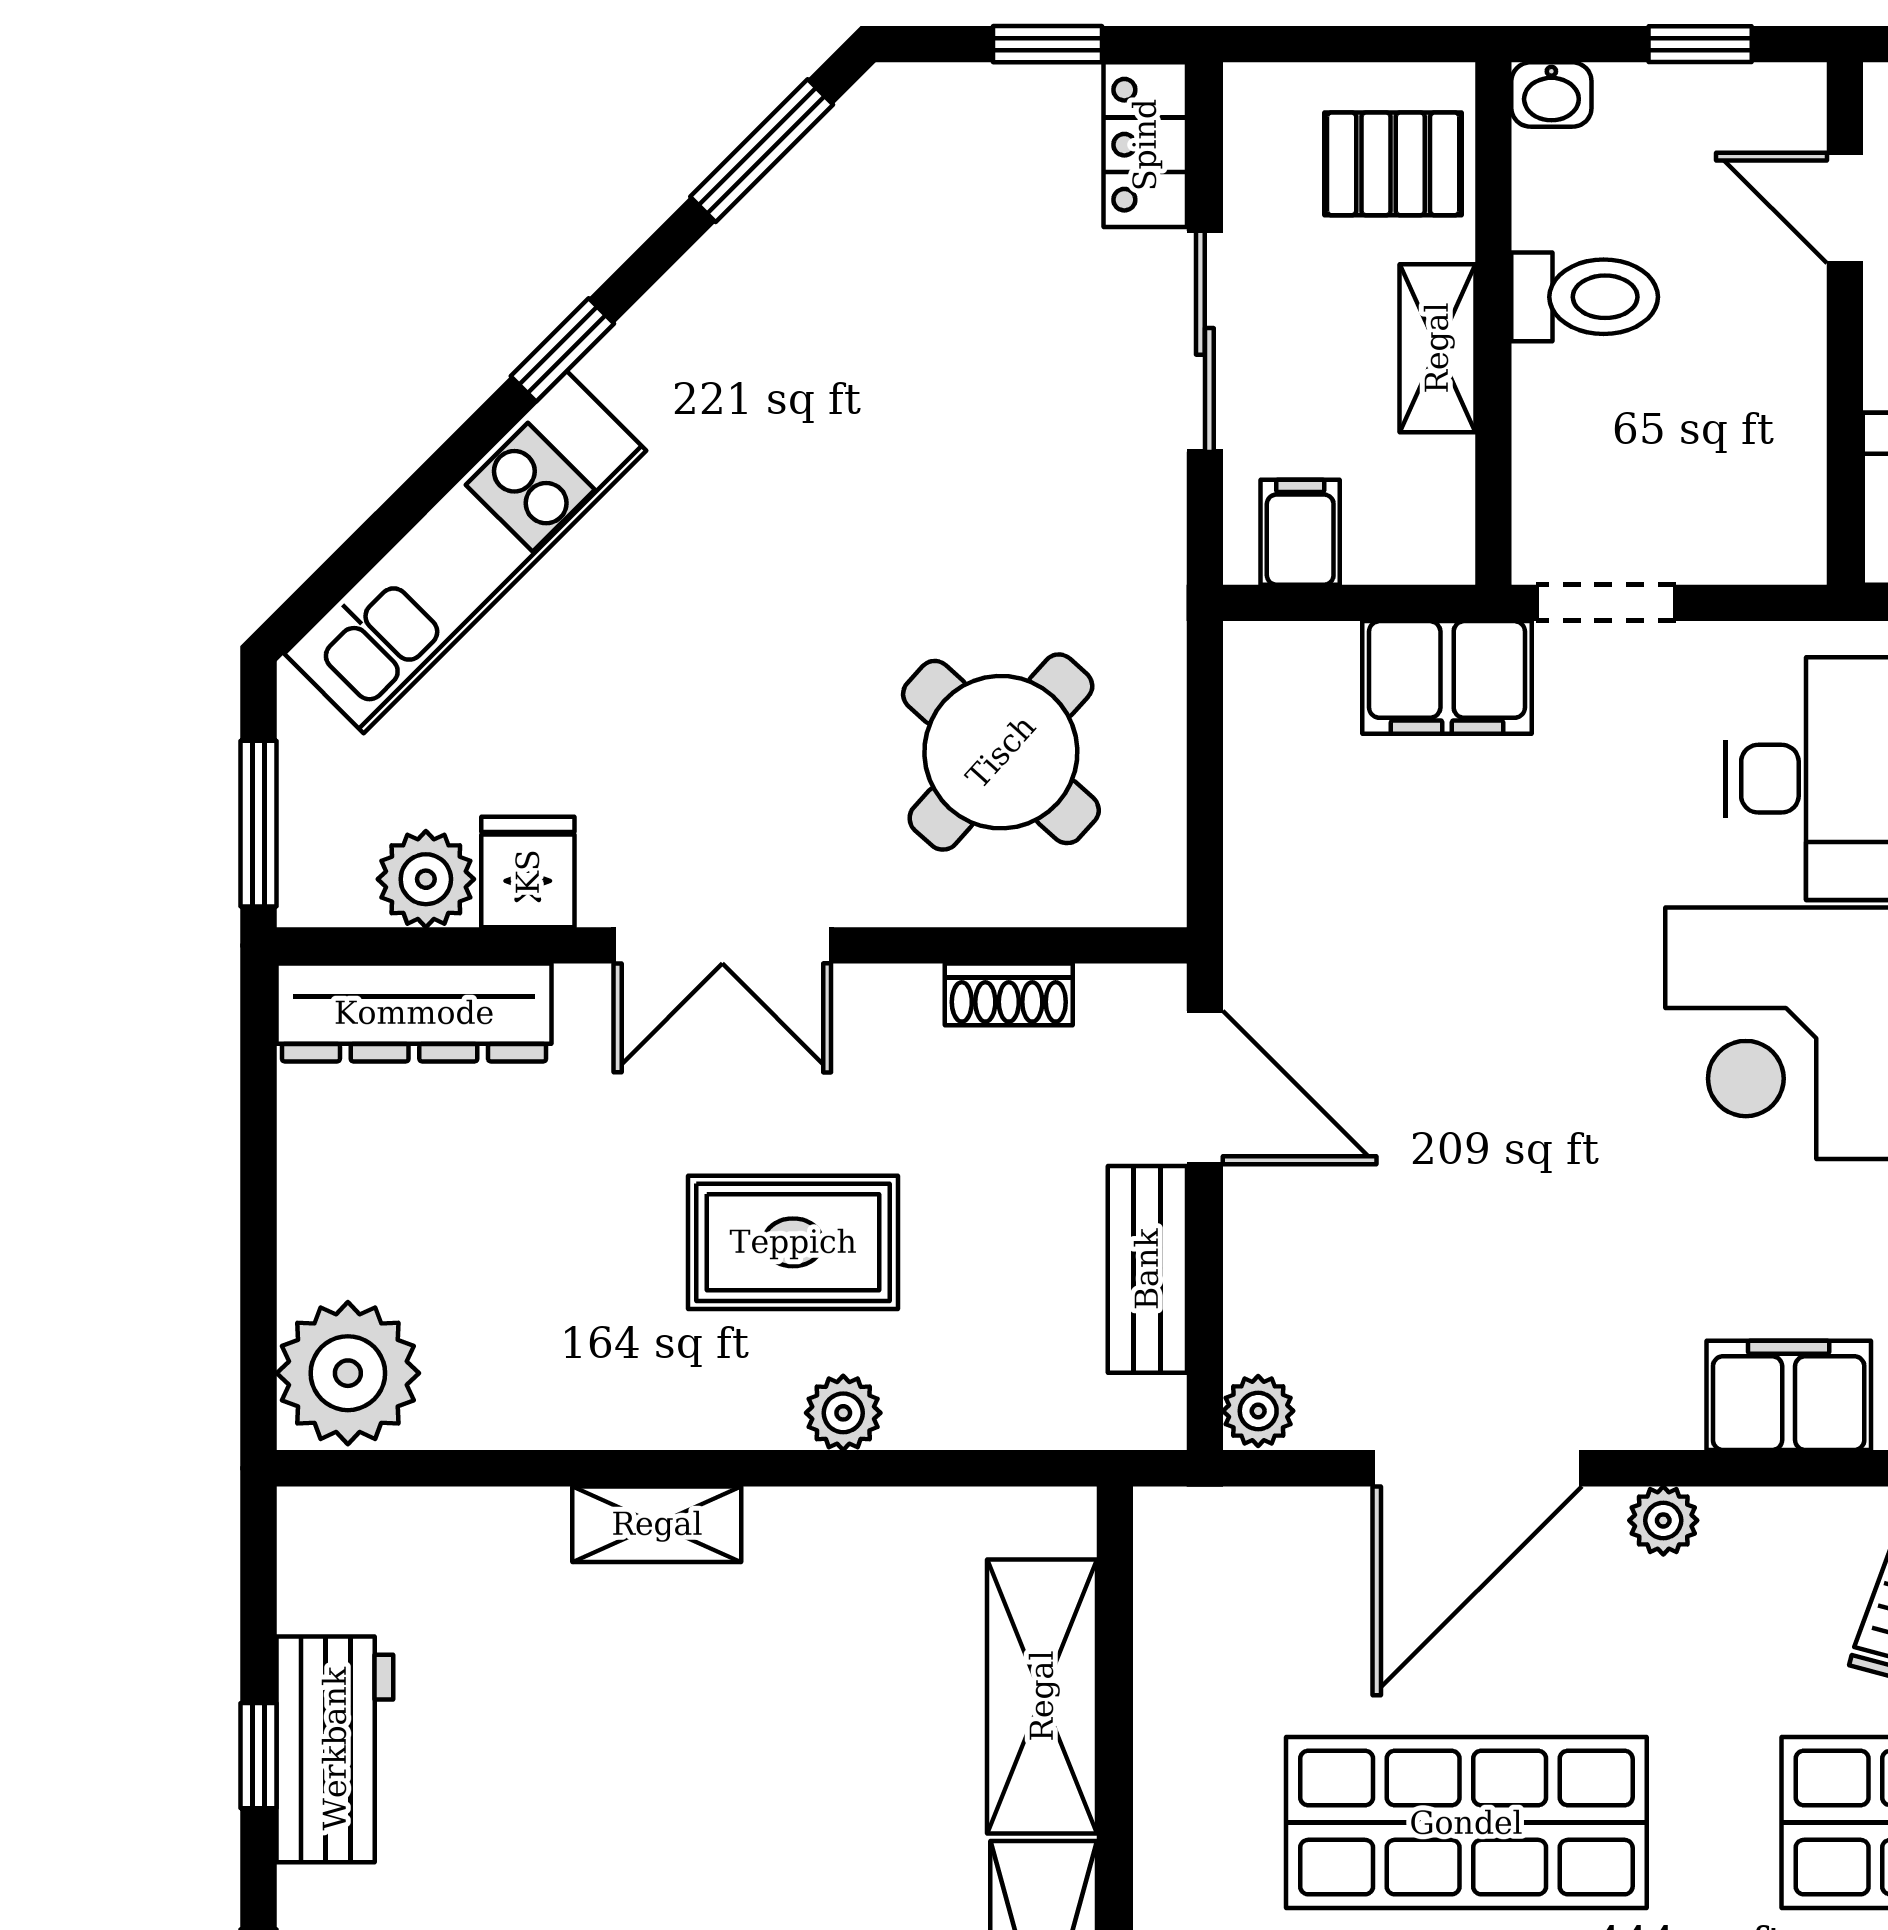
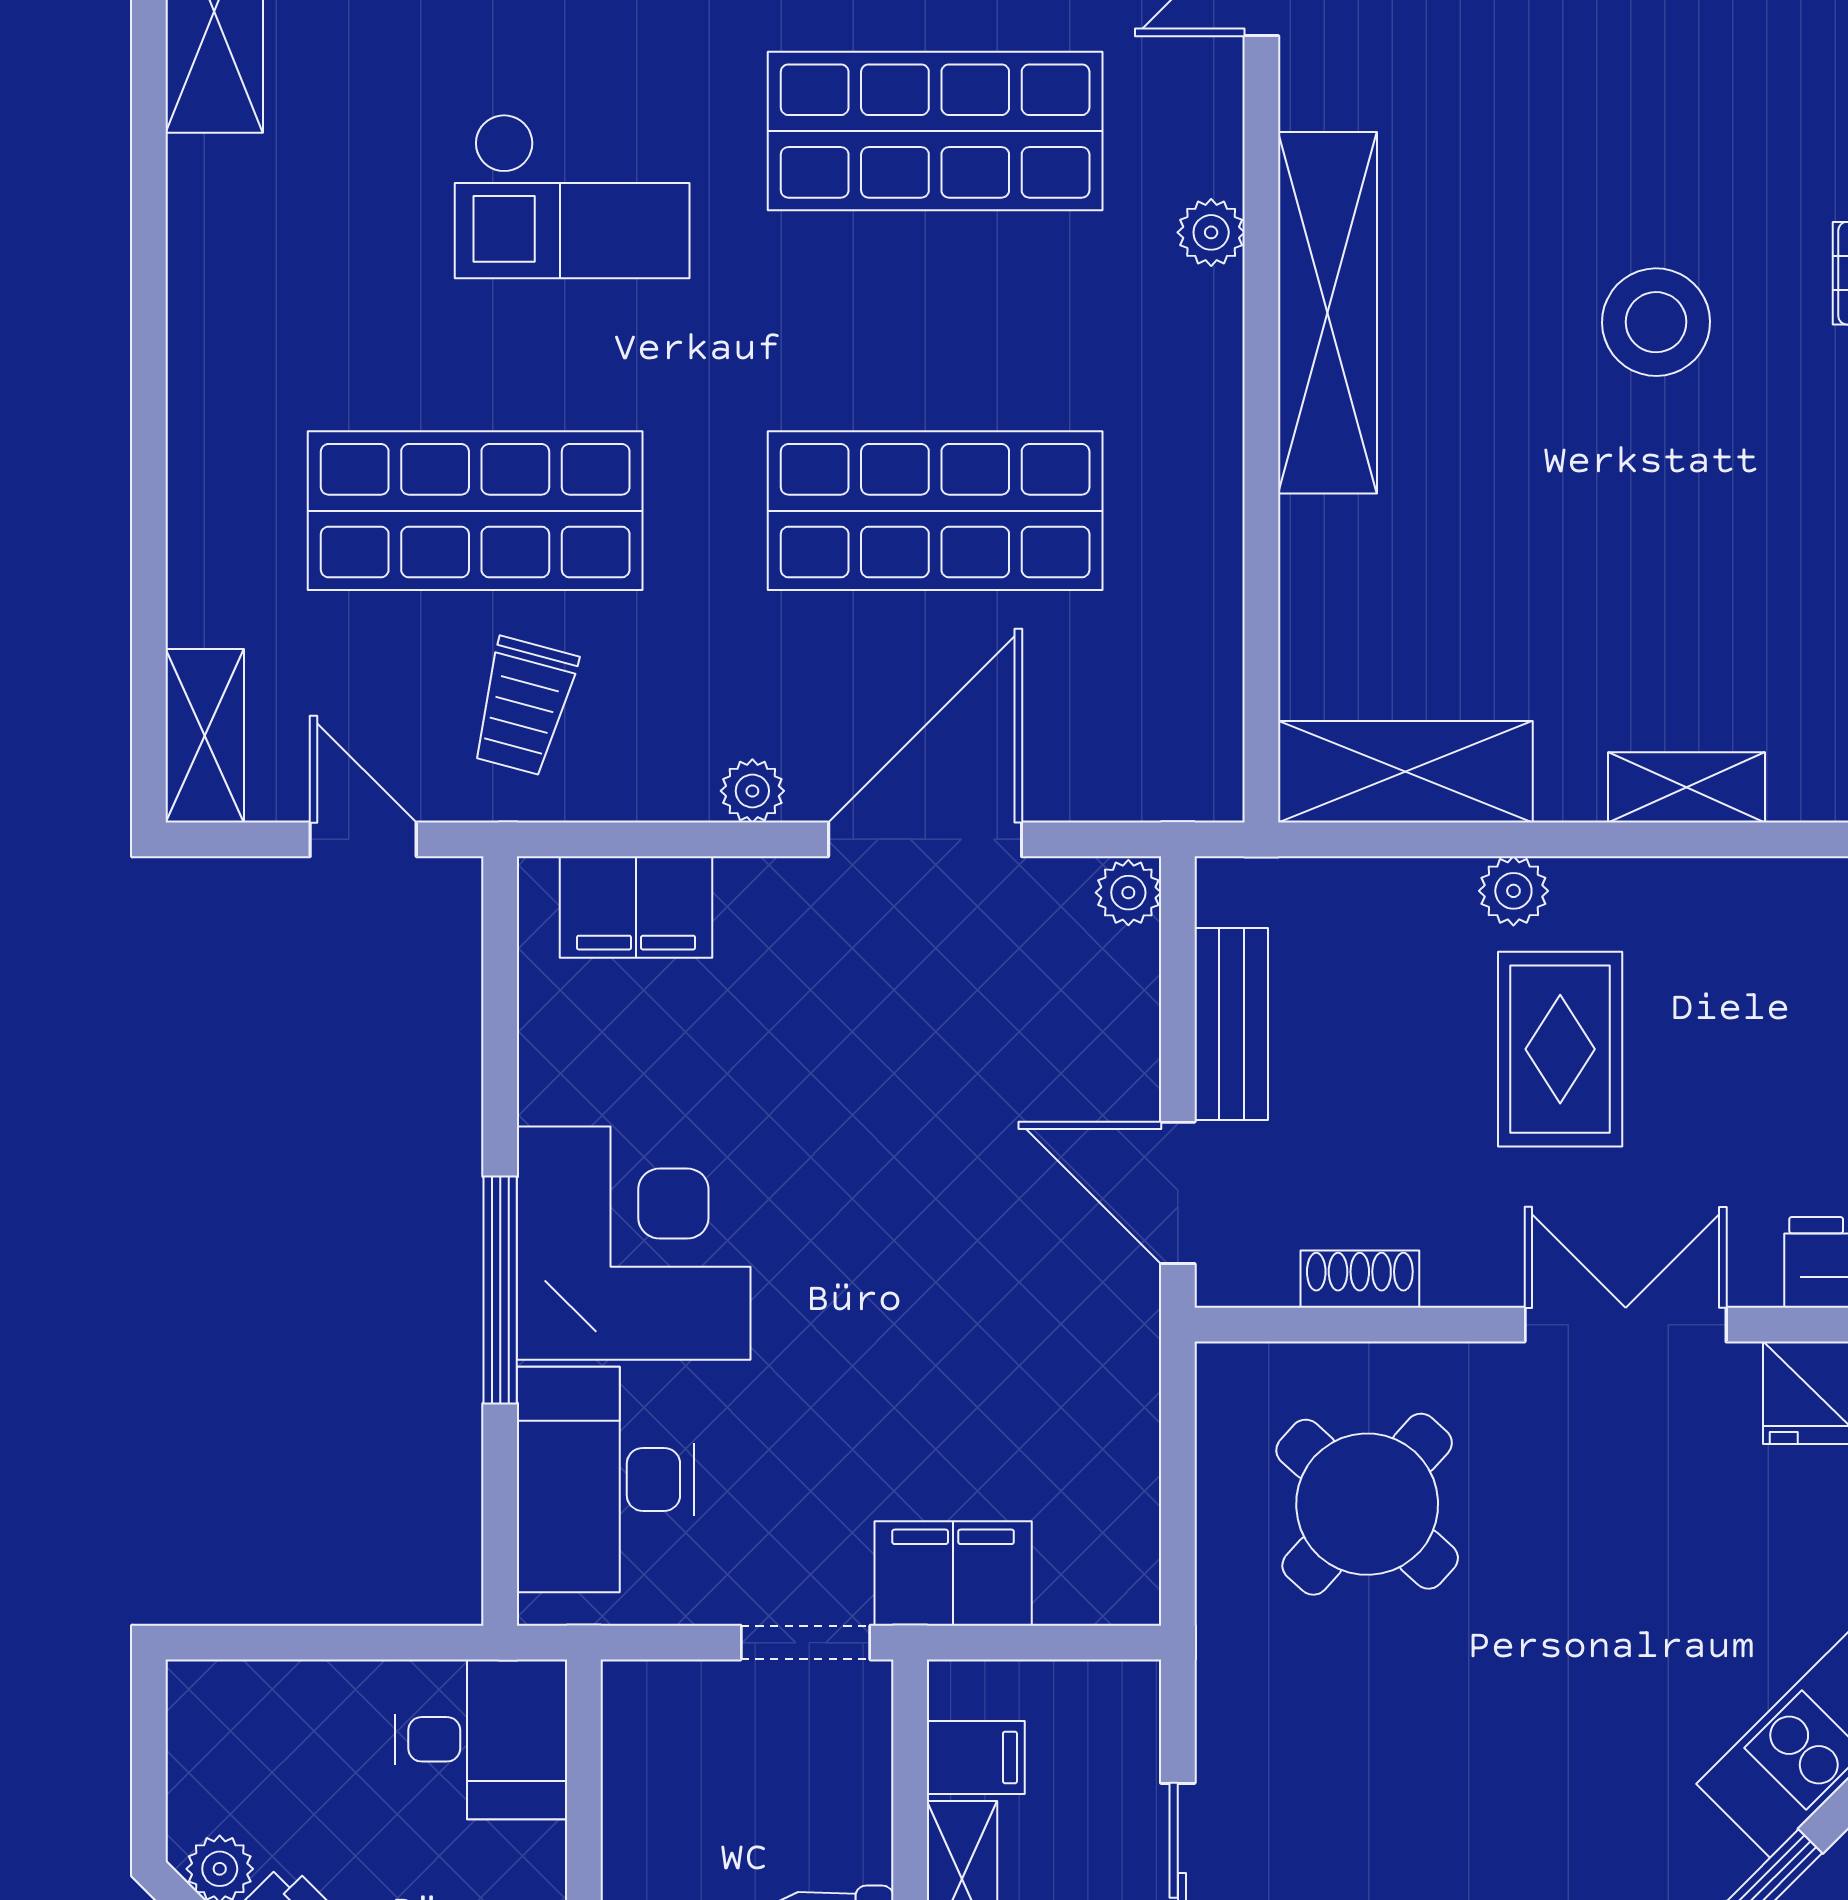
filing cabinet: (1300, 532) -> (976, 1757), moved, turned -90
rug: (793, 1242) -> (1560, 1049), turned 90
shelving: (1042, 1696) -> (1405, 772), moved, turned 90

